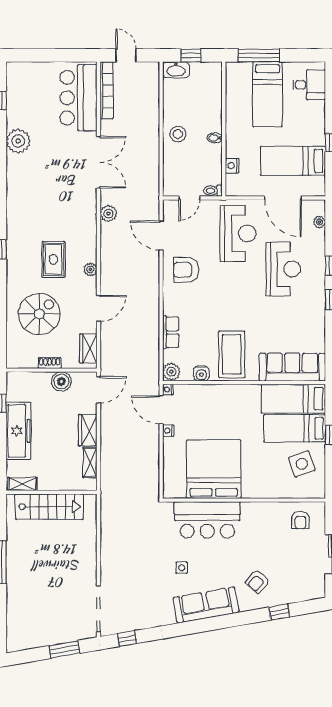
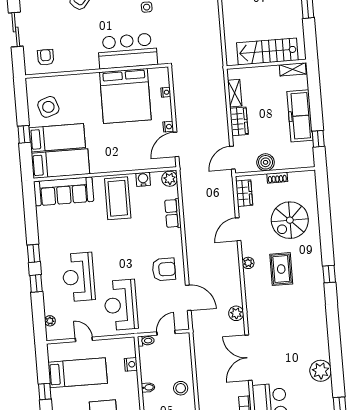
door: (283, 198) -> (84, 339), width x0.53
nightstand: (168, 390) -> (166, 92), moved
door: (161, 410) -> (176, 144), swing flipped

